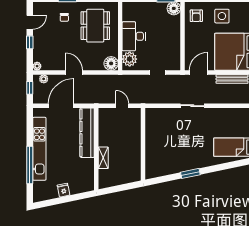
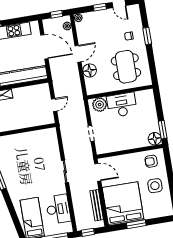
dining table: (95, 26) -> (126, 67), turned 90
floor lamp: (111, 63) -> (90, 70), moved
desk: (230, 119) -> (58, 209), added

